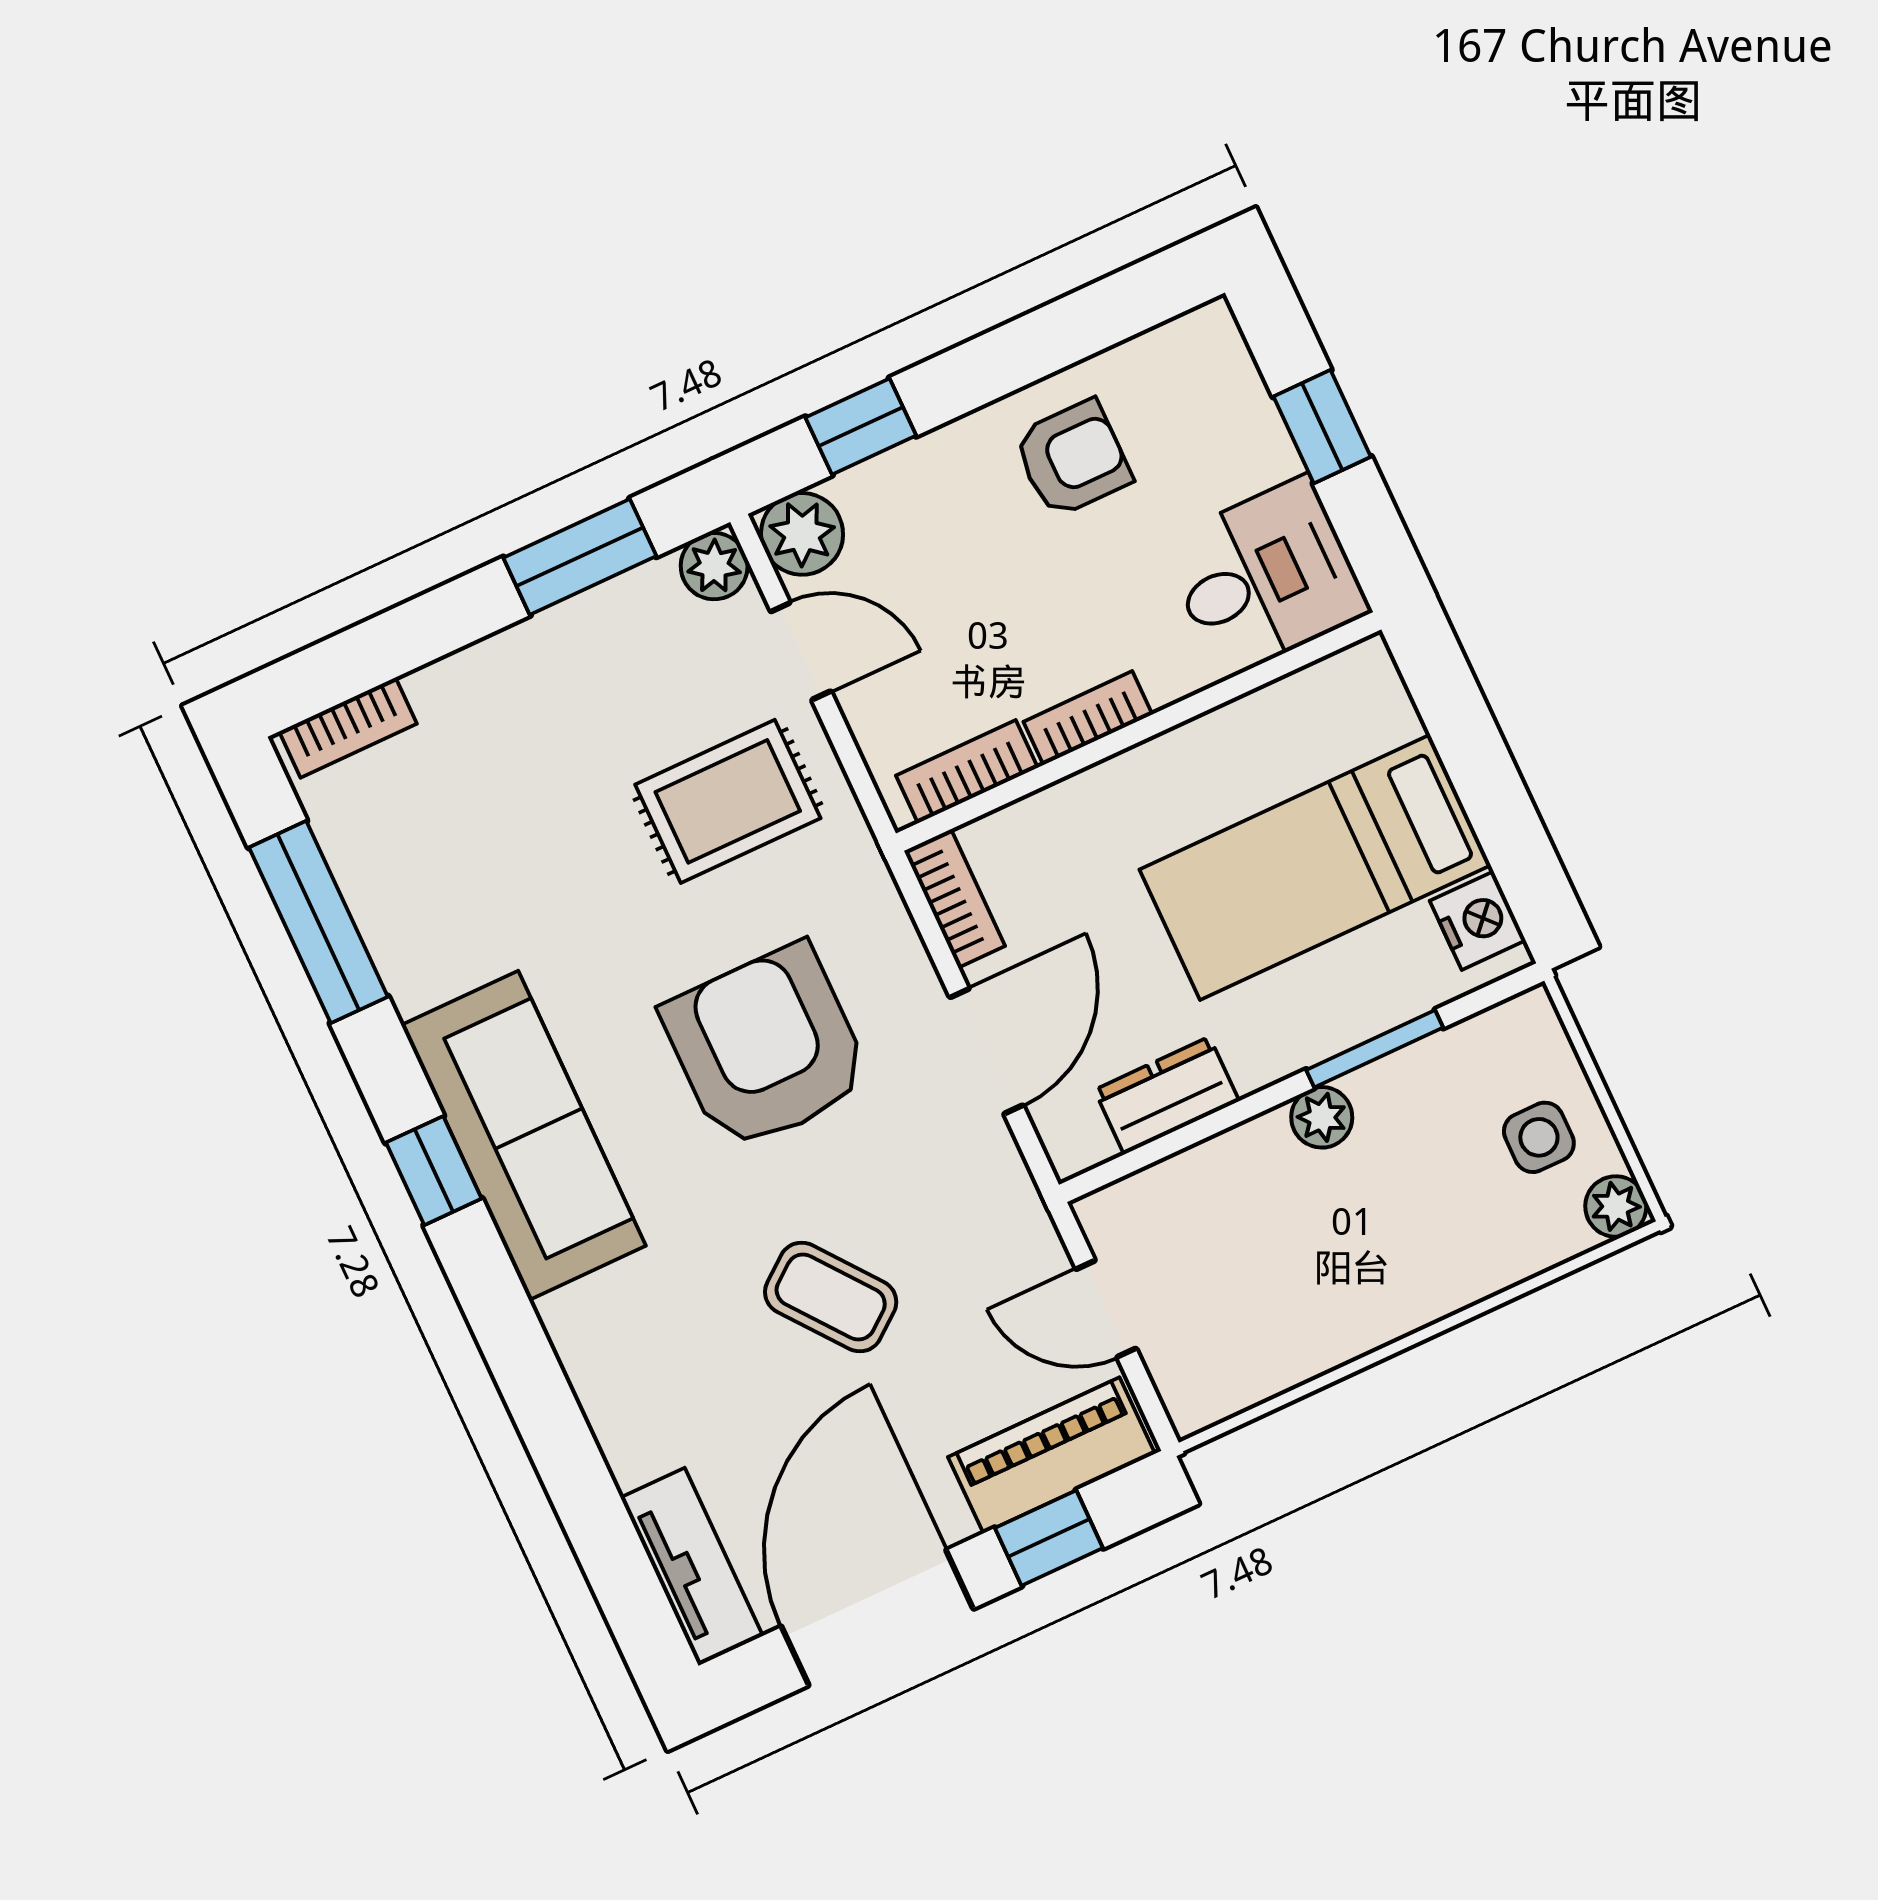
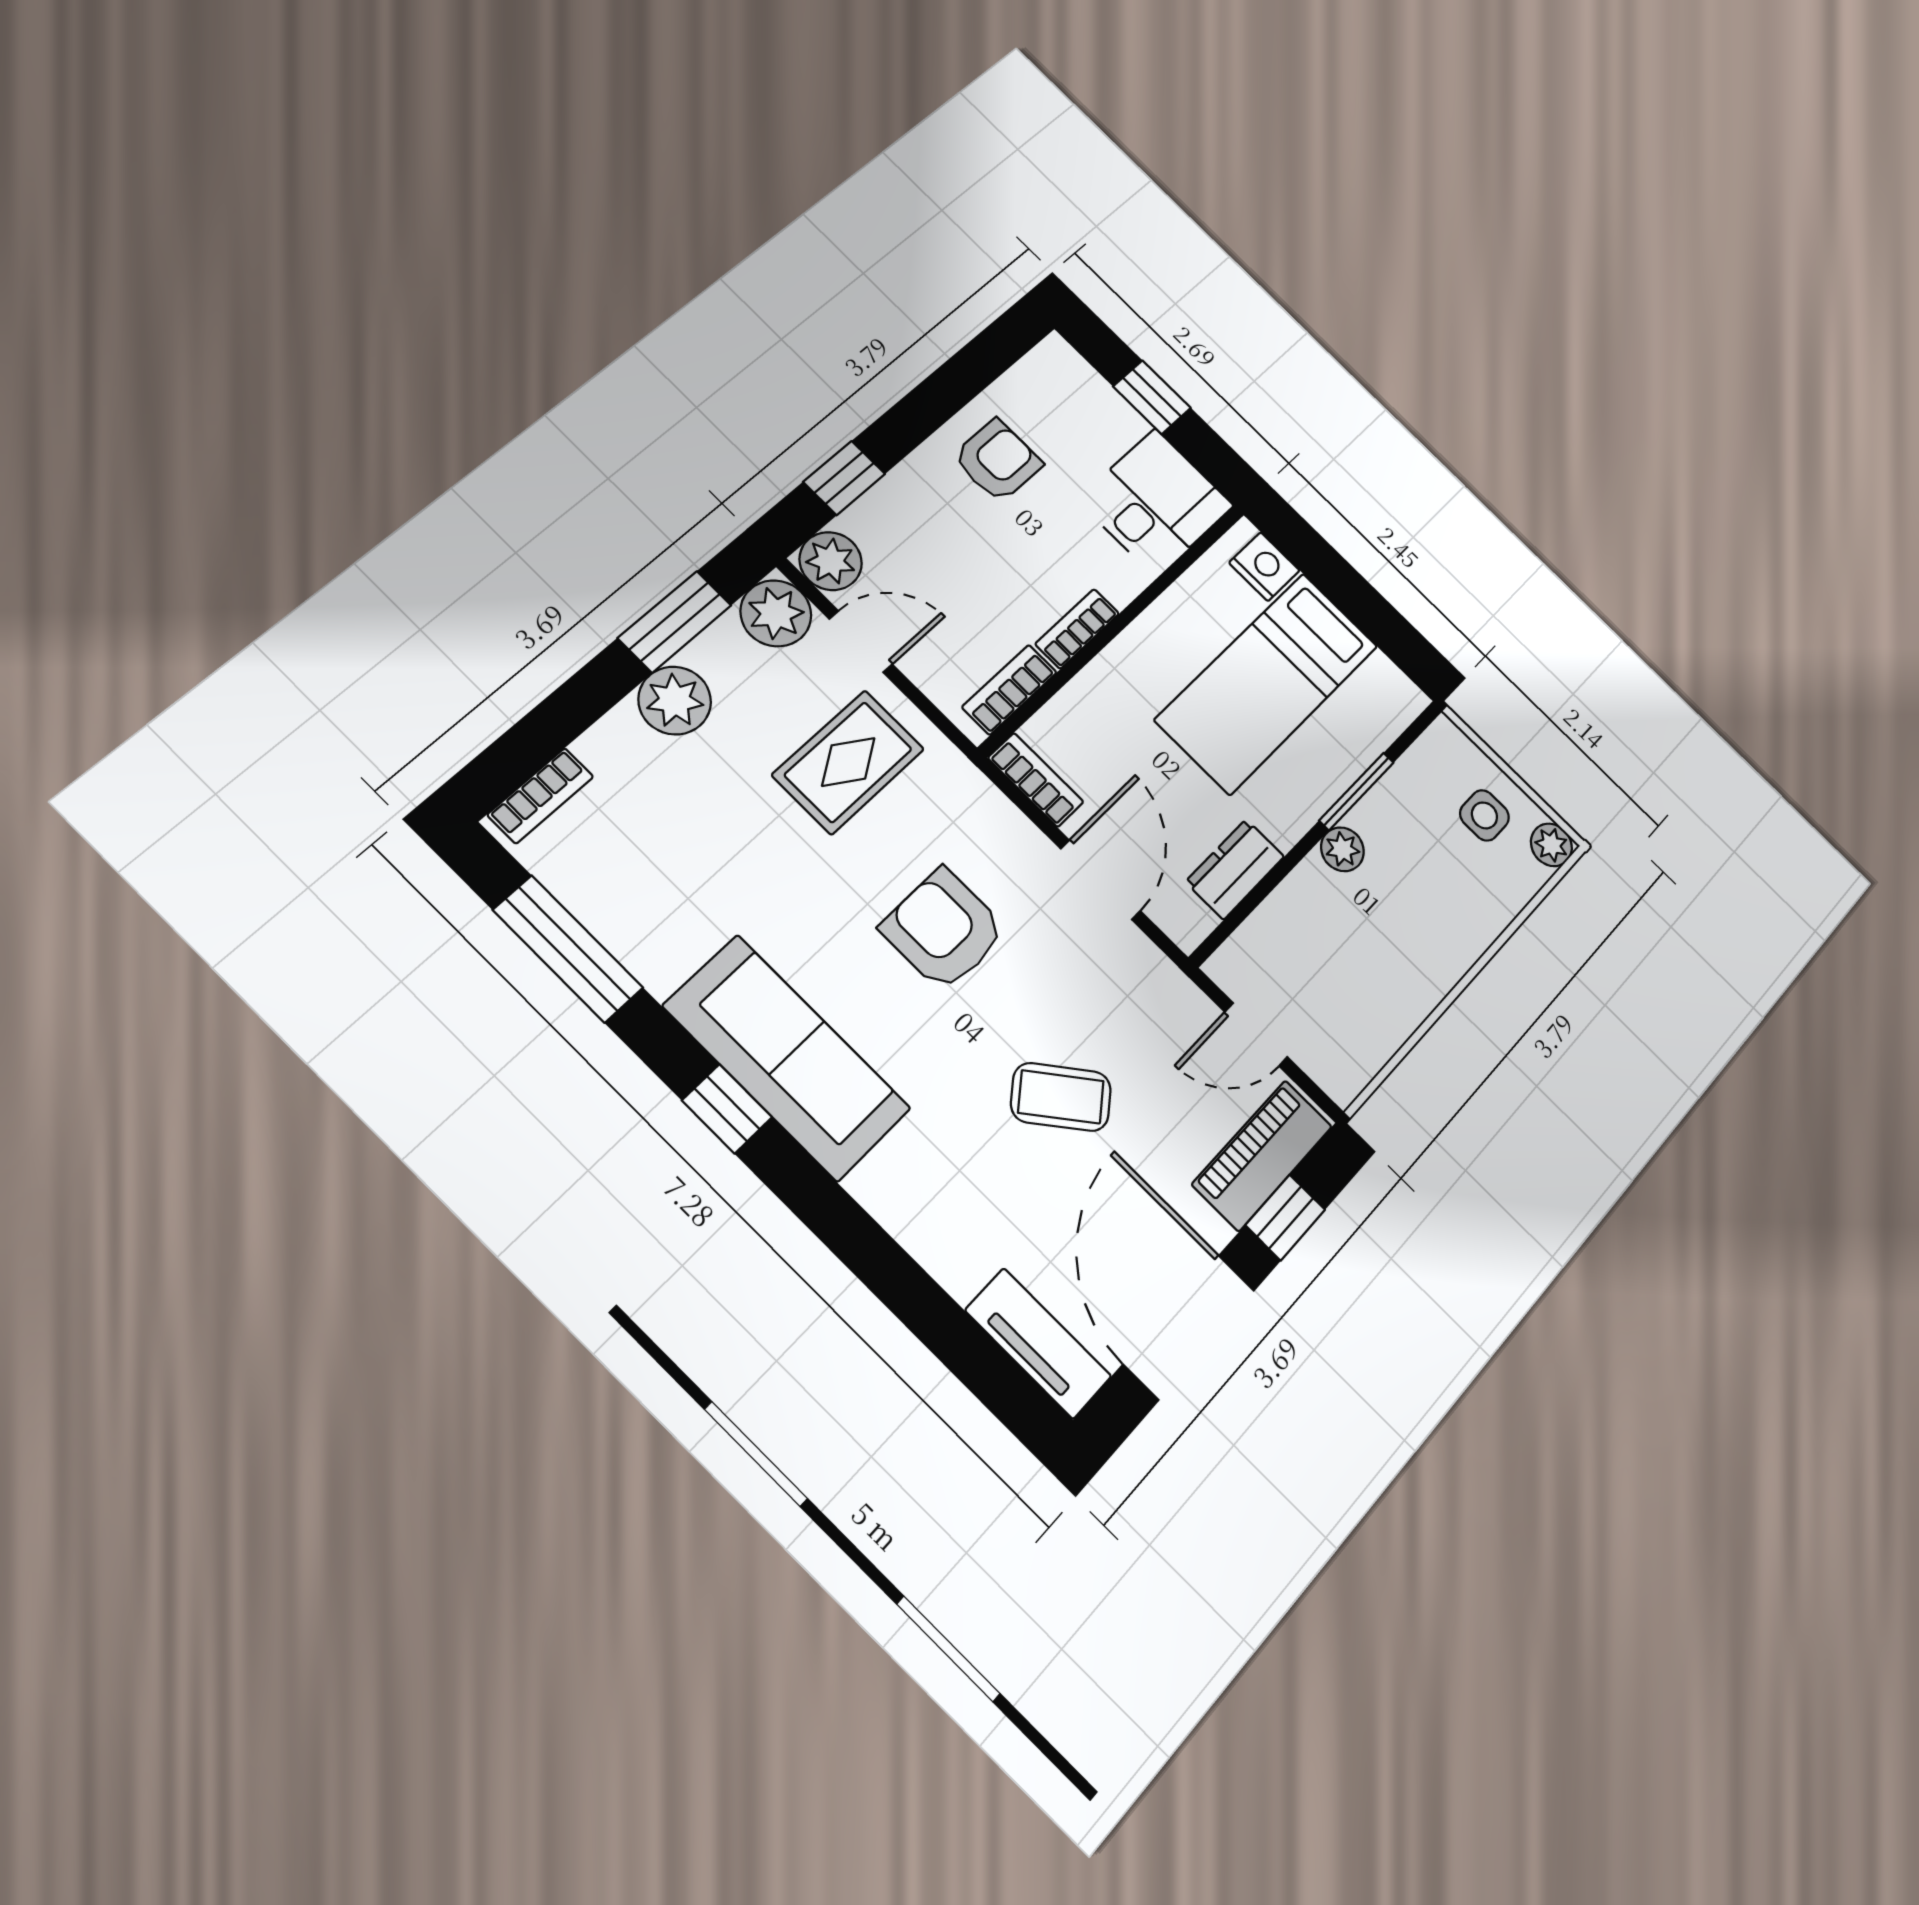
plant: (714, 566) -> (776, 613), width x1.38, depth x1.38
plant: (545, 658) -> (675, 701), added
nightstand: (1478, 921) -> (1264, 567), moved
armchair: (766, 1047) -> (944, 930), width x0.73, depth x0.73

